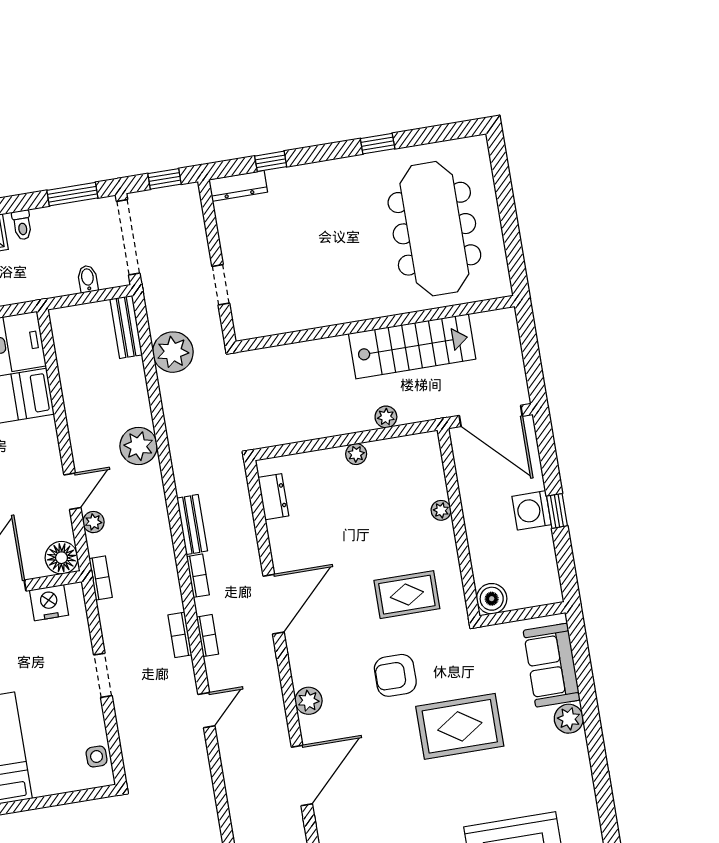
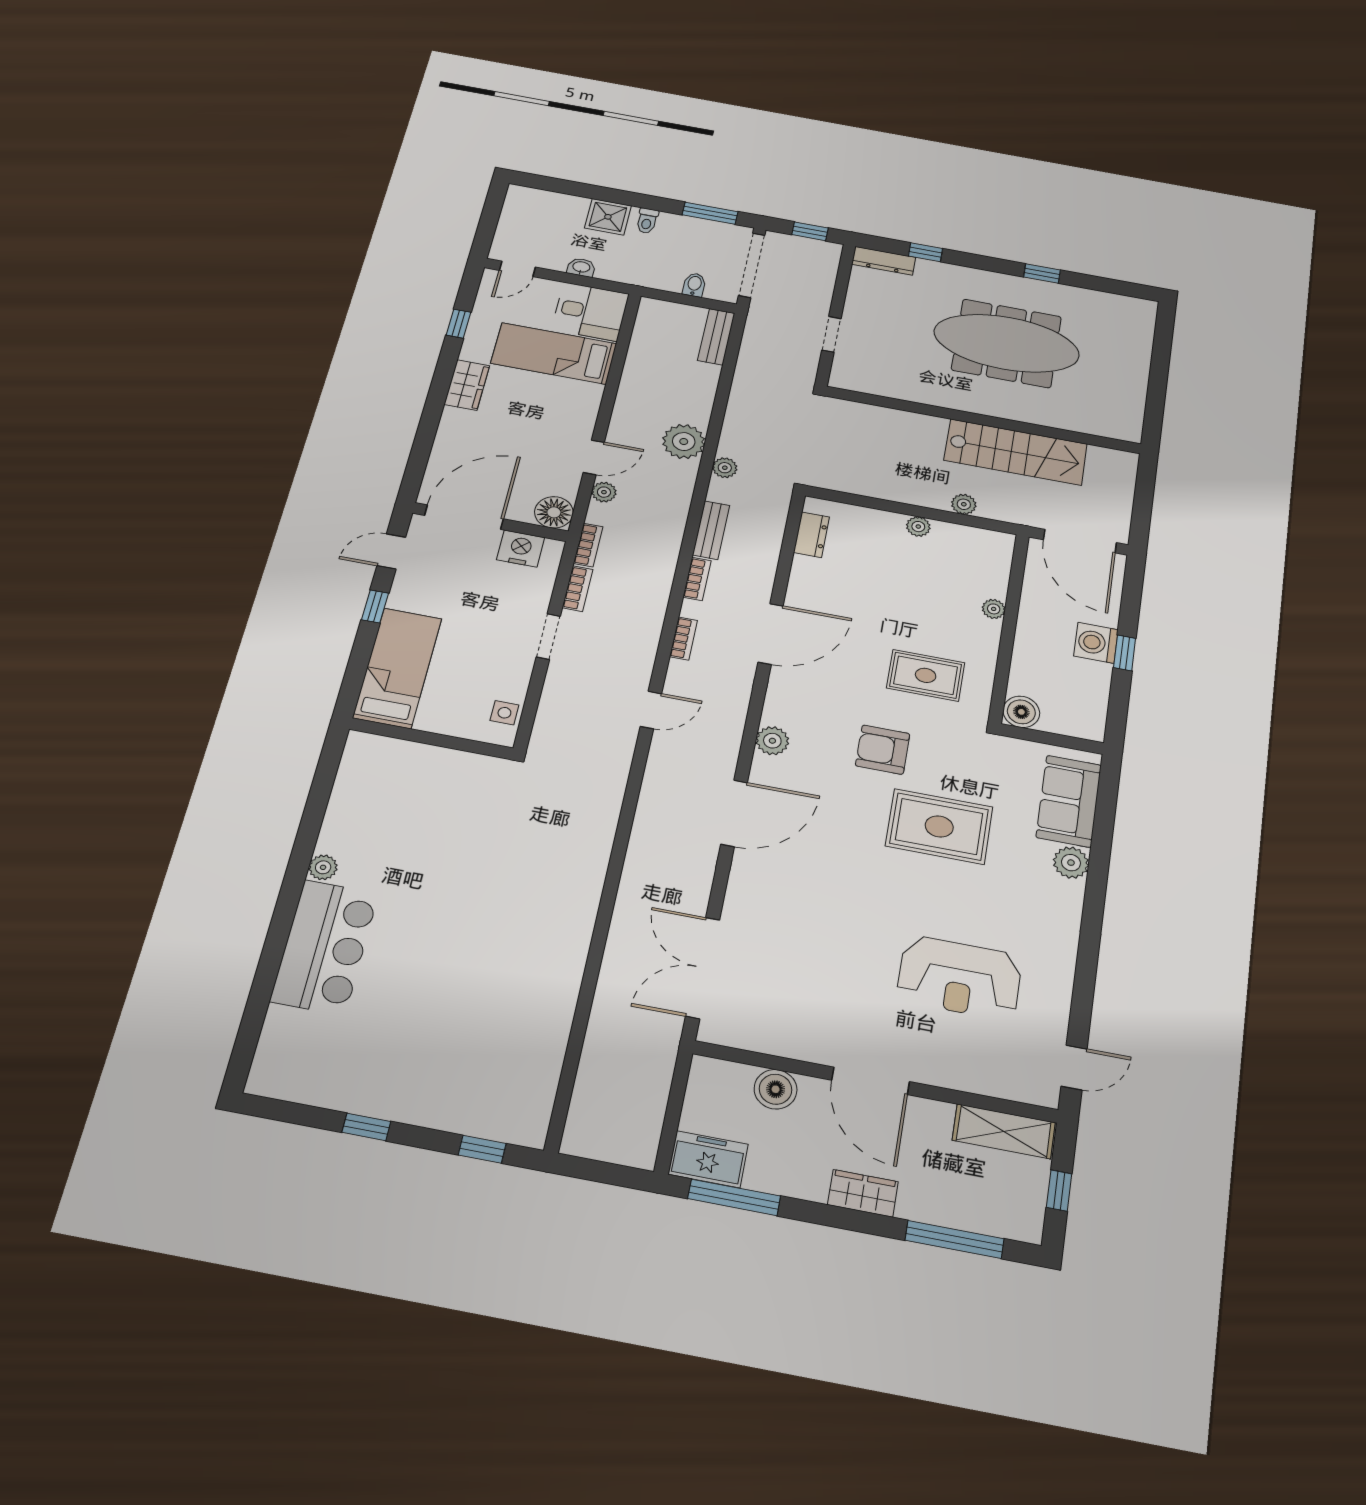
meeting table: (434, 229) -> (1007, 343), moved, turned 90
plant: (173, 352) -> (725, 468), moved, width x0.53, depth x0.53
bookcase: (180, 635) -> (578, 589), moved, turned 180

